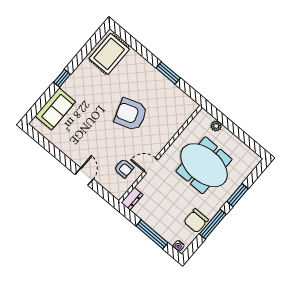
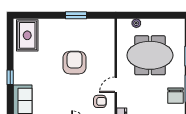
armchair: (131, 114) -> (75, 63), turned 109

